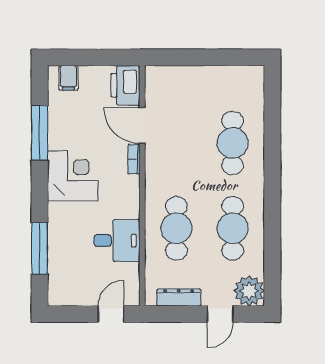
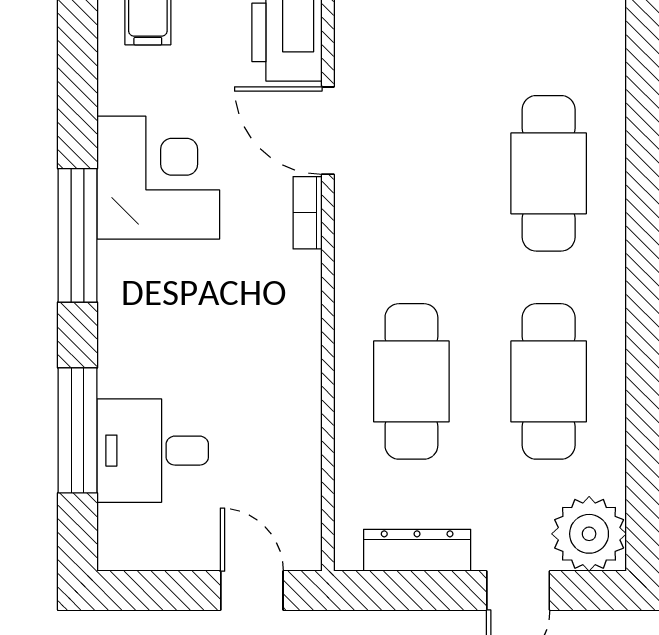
window: (40, 133) -> (77, 235), moved
corner desk: (73, 176) -> (158, 178), moved
desk: (117, 241) -> (153, 451), moved, turned 180
door: (111, 314) -> (252, 591), hinge flipped

